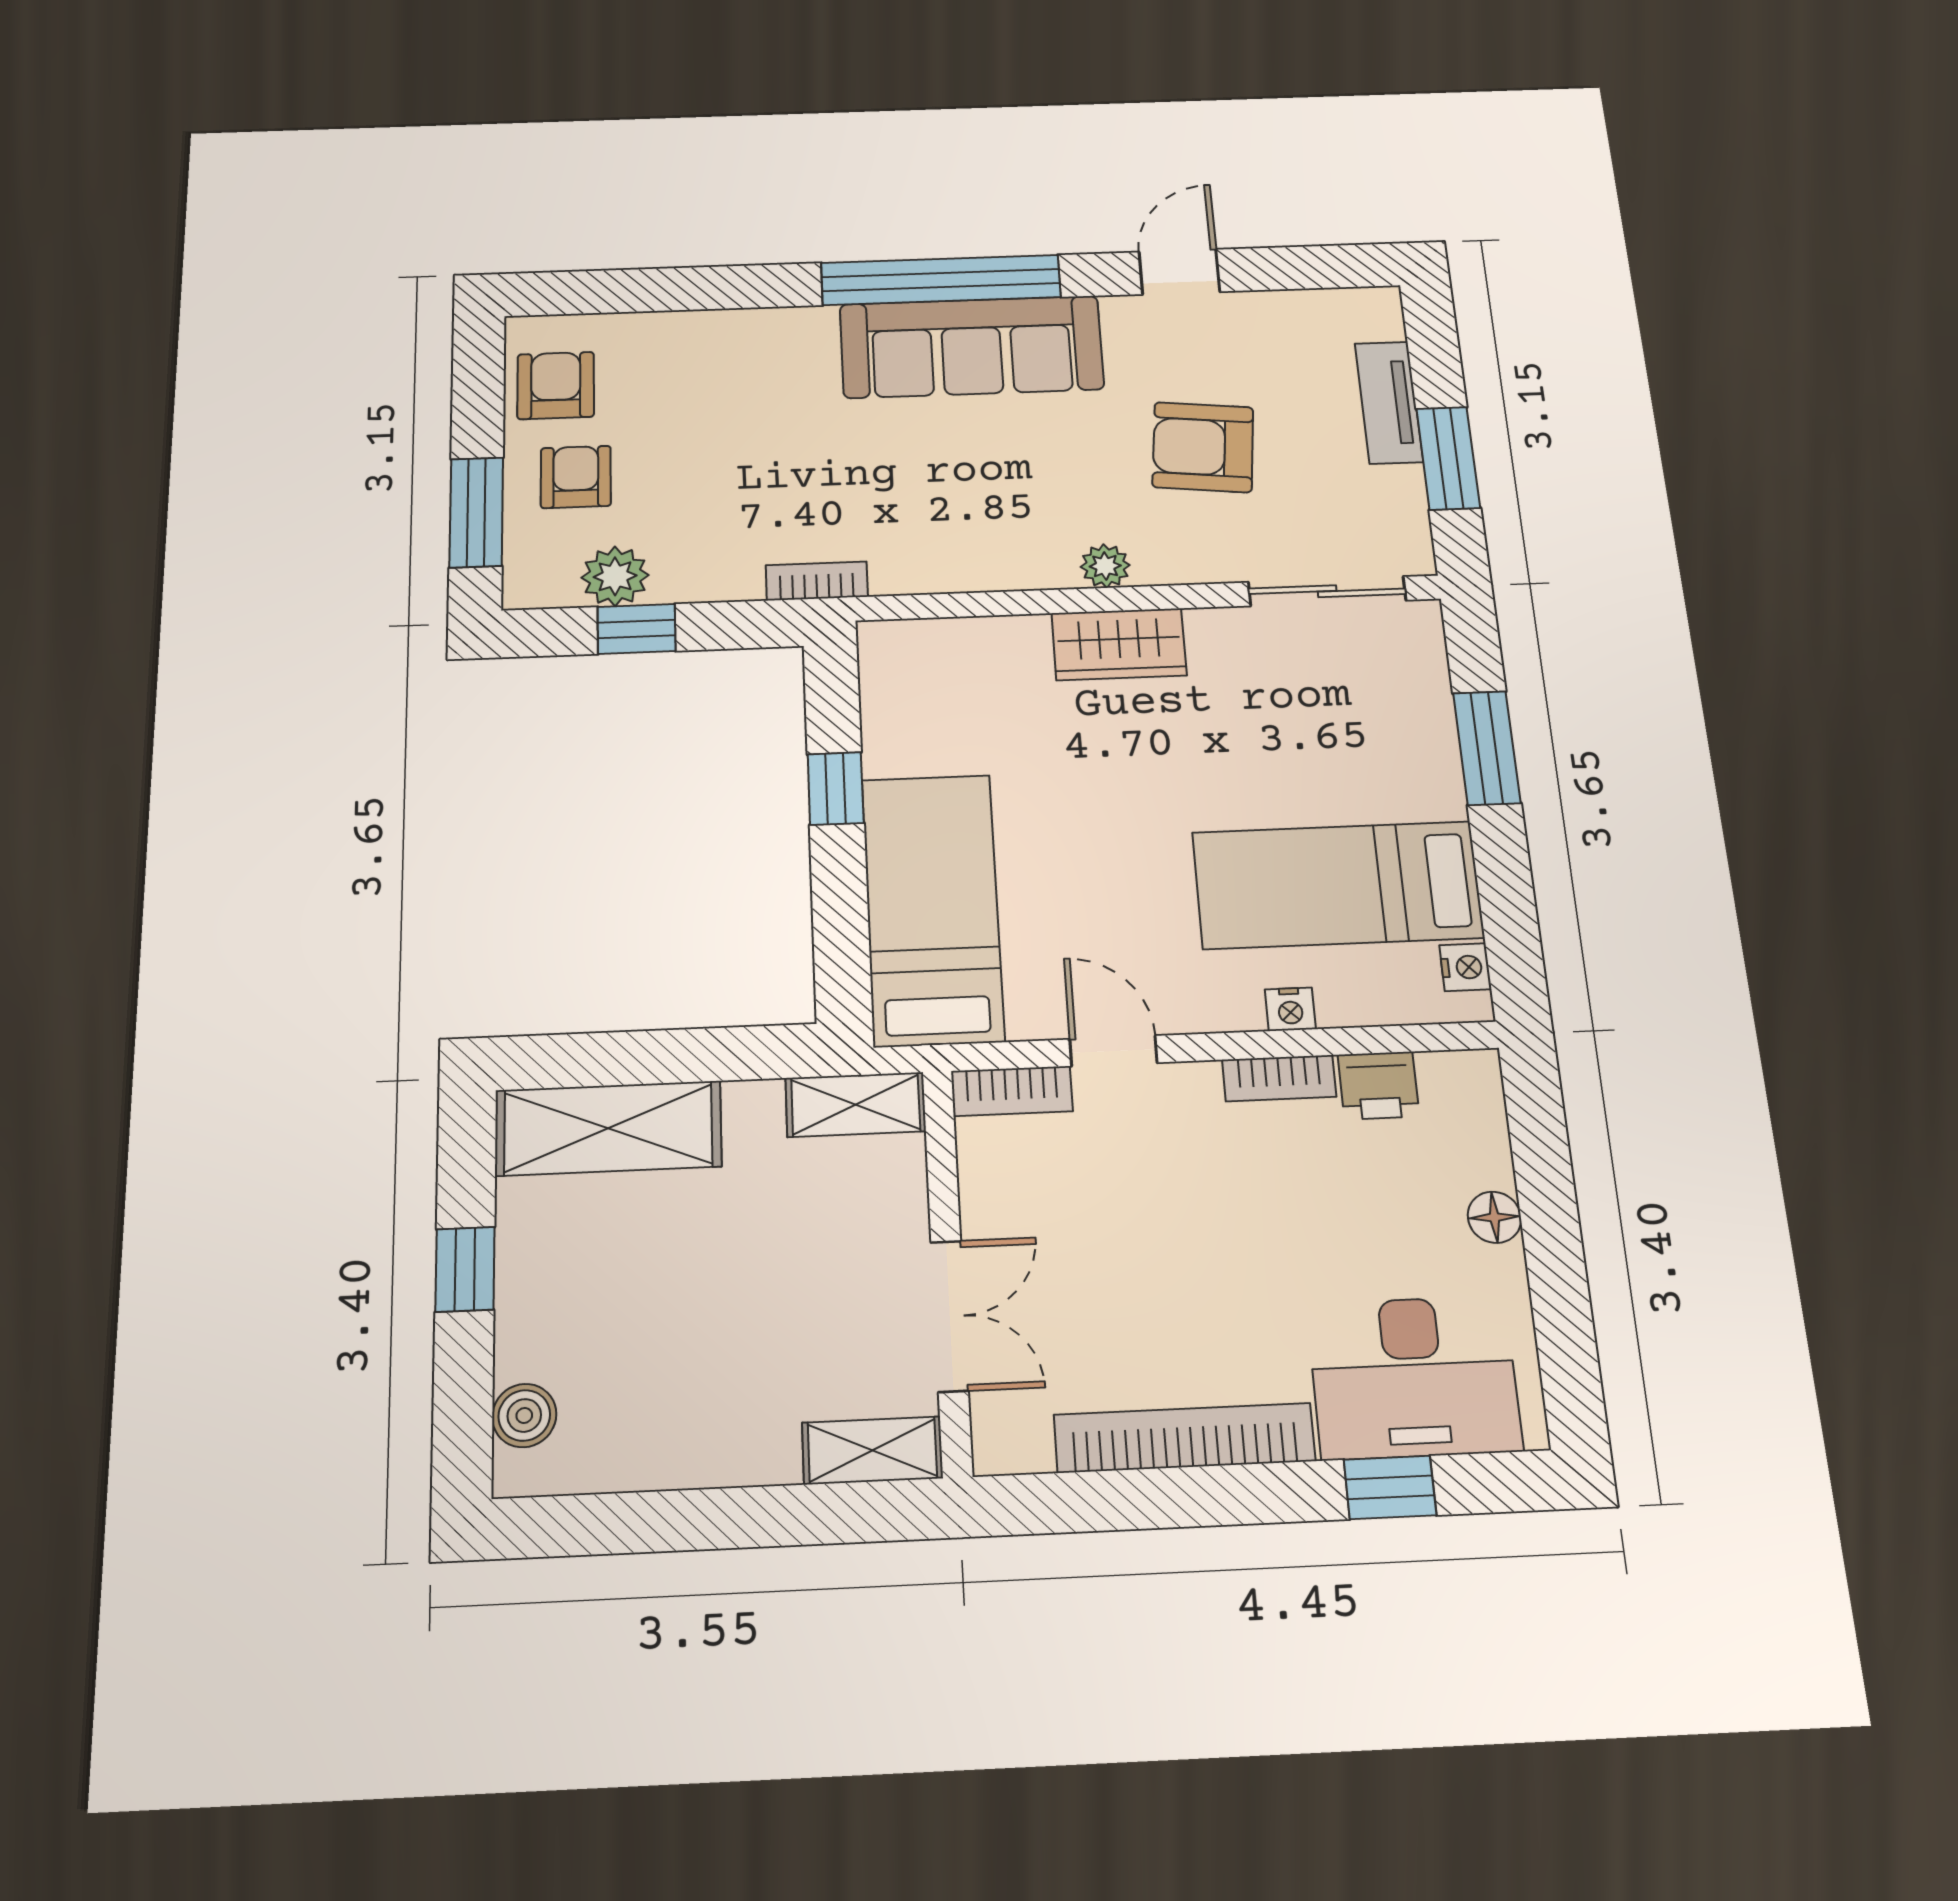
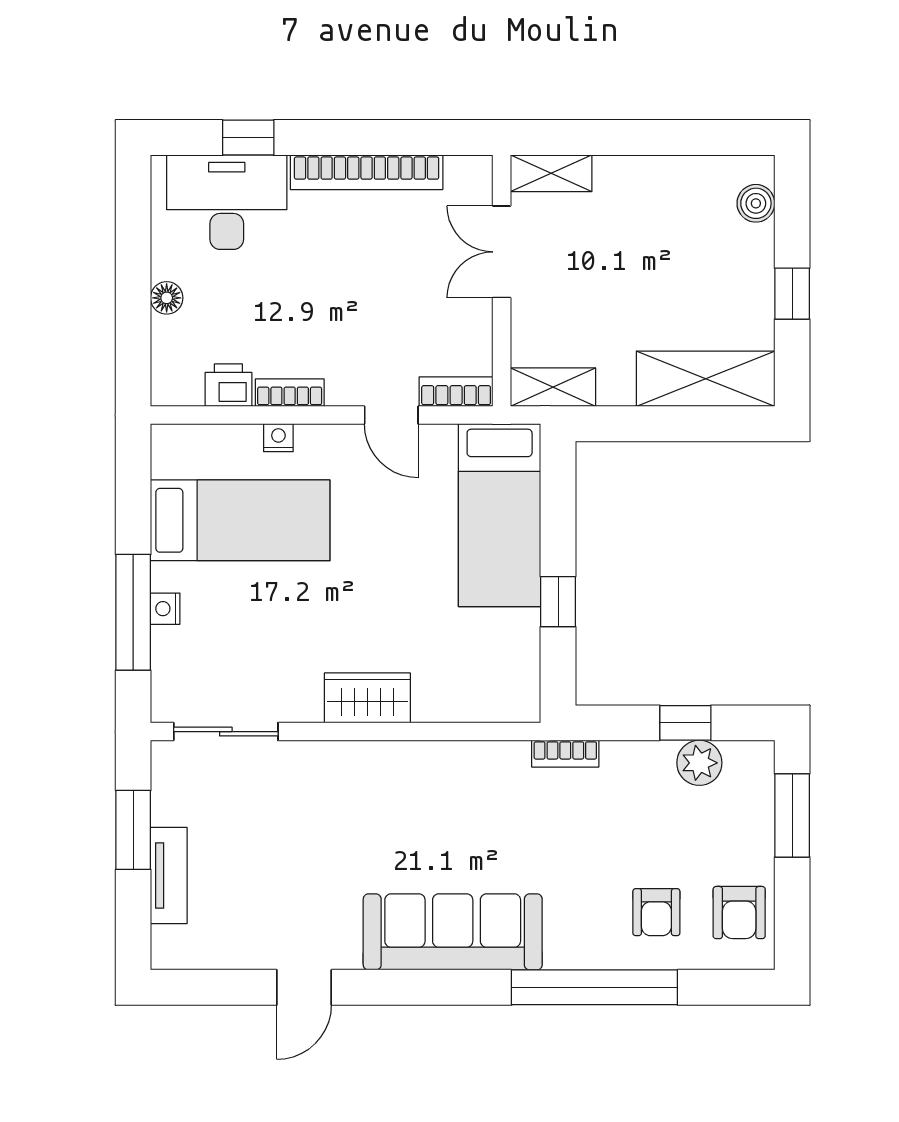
window: (941, 280) -> (594, 987), moved
armchair: (1203, 447) -> (299, 845), removed
armchair: (576, 477) -> (656, 912), moved
plant: (1105, 566) -> (372, 757), removed
window: (1487, 748) -> (133, 612), width x1.44
nightstand: (1465, 967) -> (165, 609), moved

